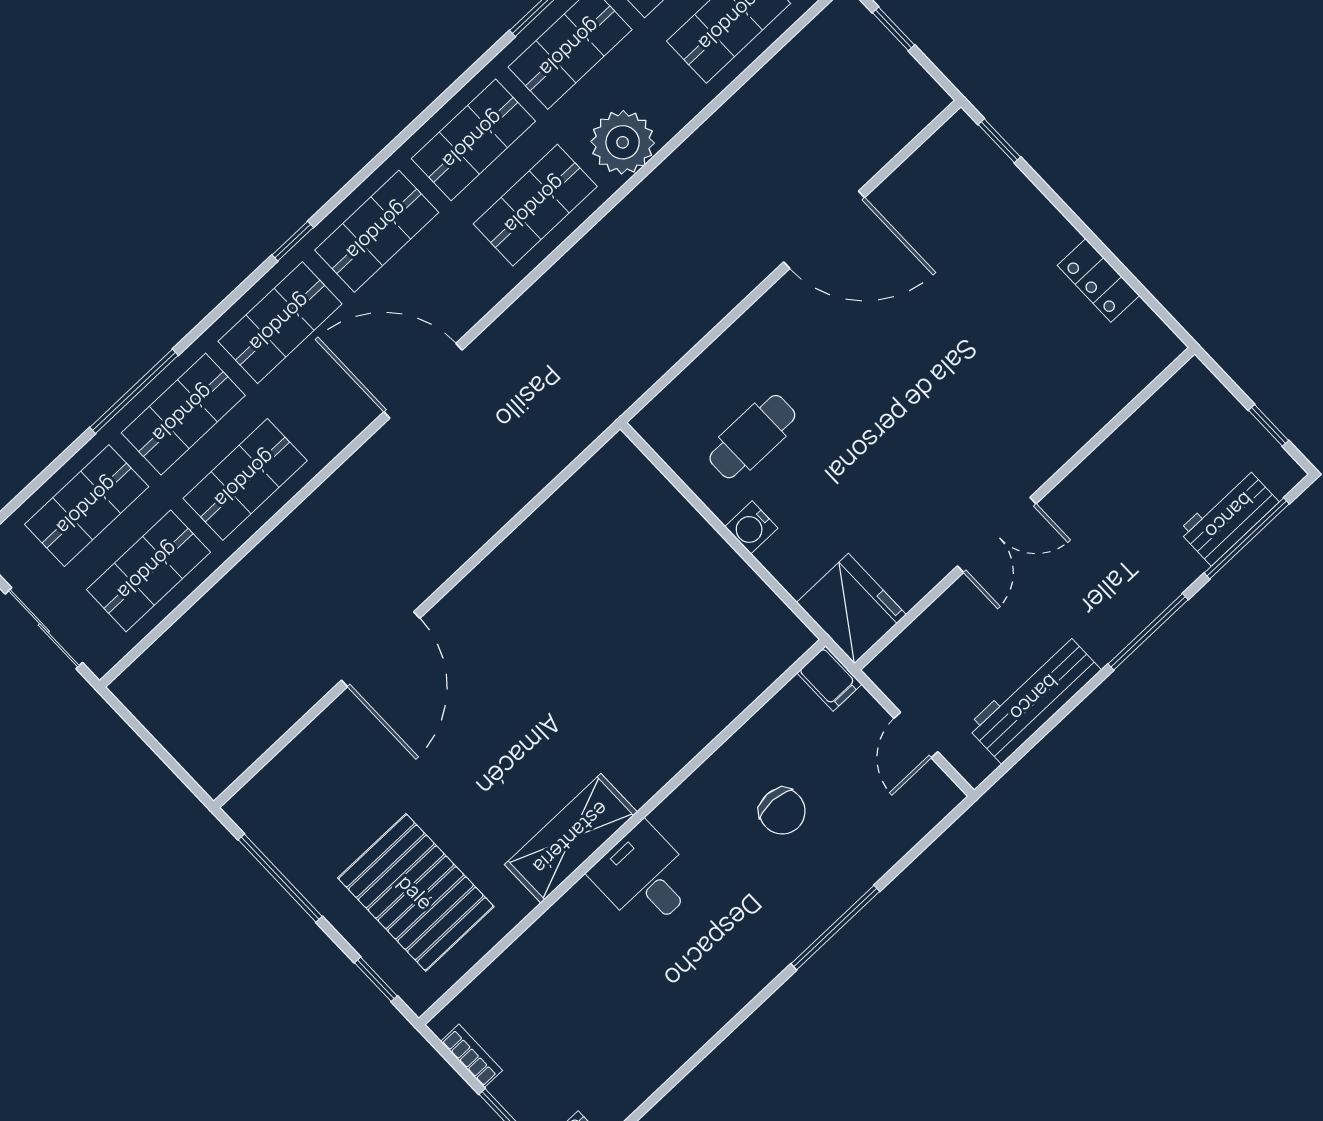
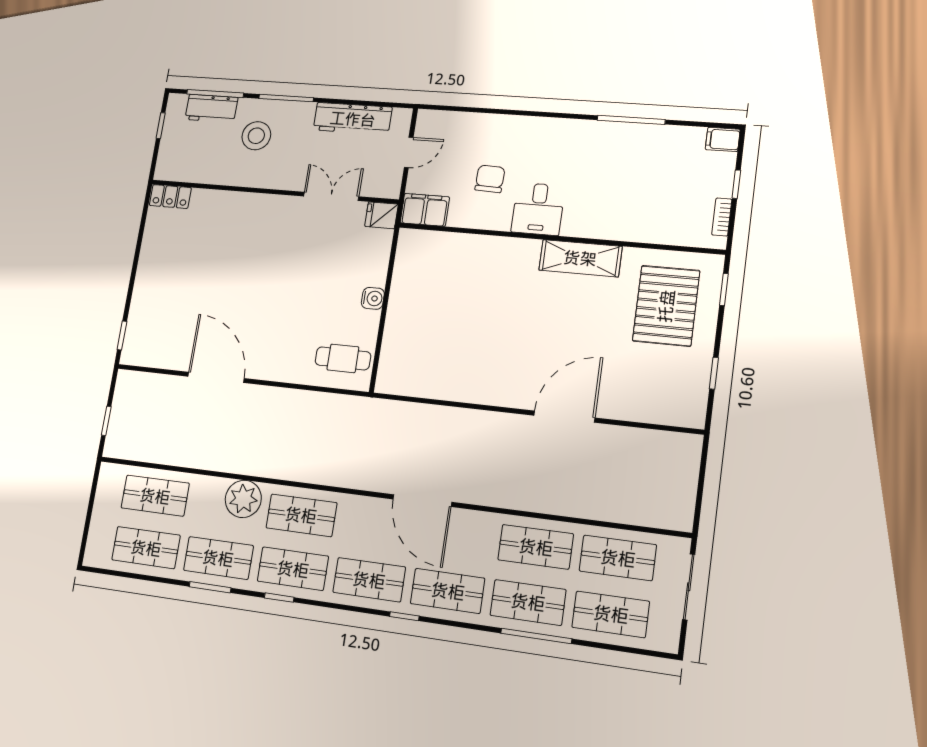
window: (450, 92) -> (279, 598), added
locker: (1098, 280) -> (170, 197), moved, turned 90
cafe table: (752, 437) -> (343, 358), moved
double door: (997, 535) -> (331, 196), moved
stool: (1129, 548) -> (256, 136), added
fridge: (851, 609) -> (381, 215), width x0.53, depth x0.75
filing cabinet: (829, 678) -> (425, 210), width x2.00
desk: (645, 877) -> (538, 209), moved
window: (280, 878) -> (714, 373), width x0.46
window: (835, 928) -> (631, 120), moved

